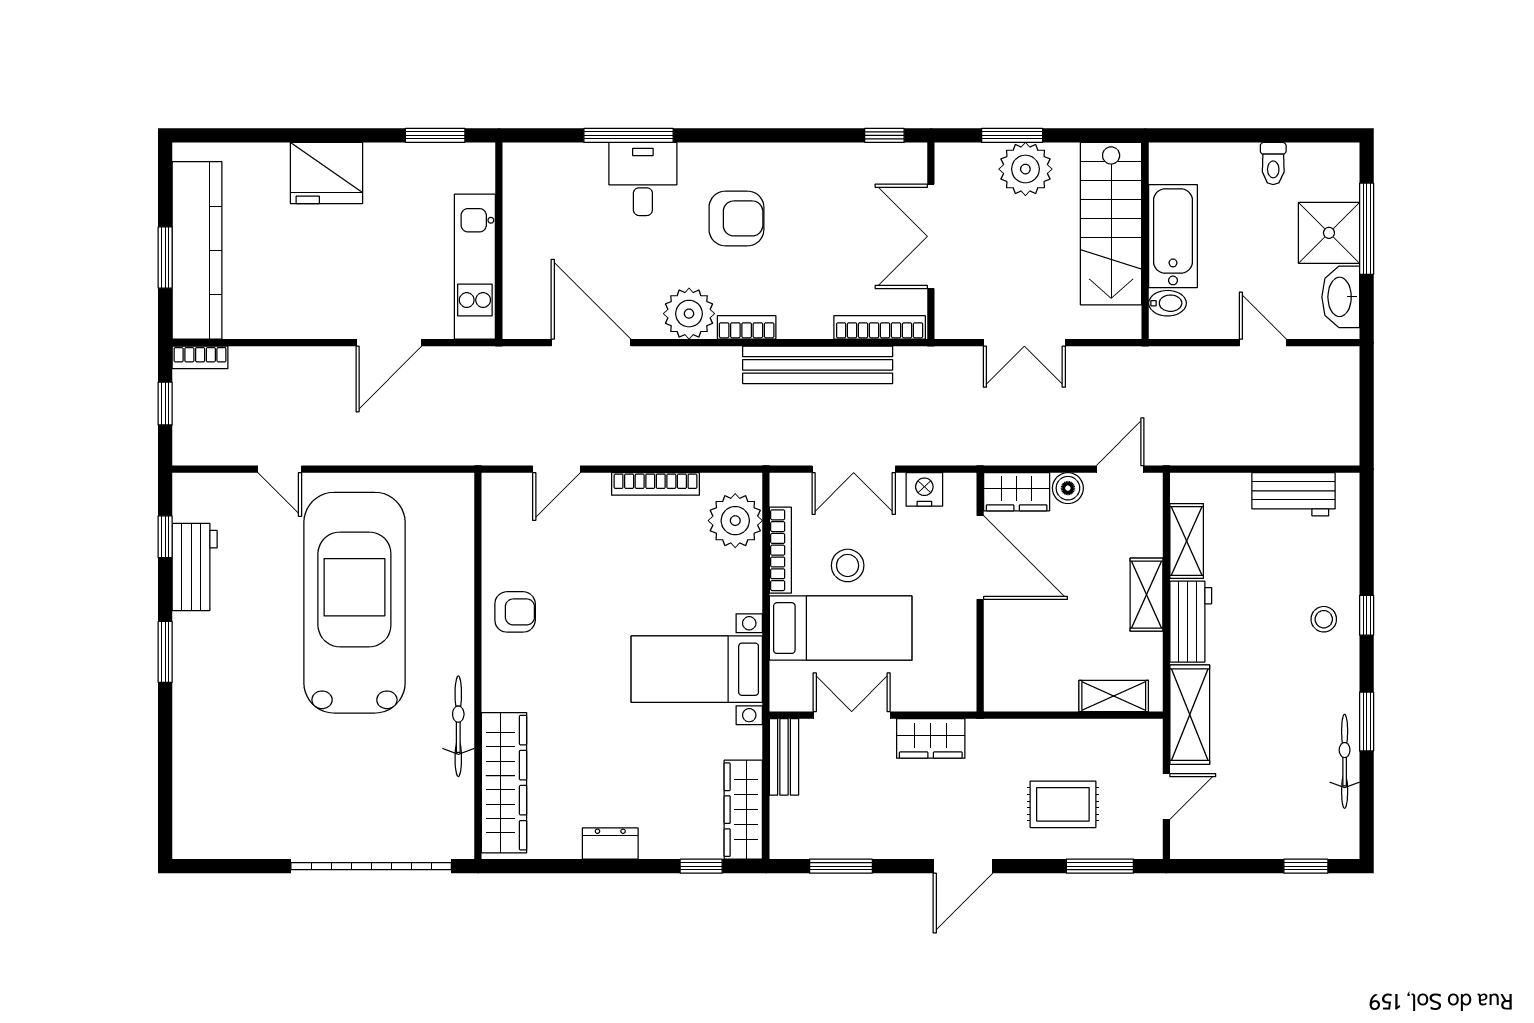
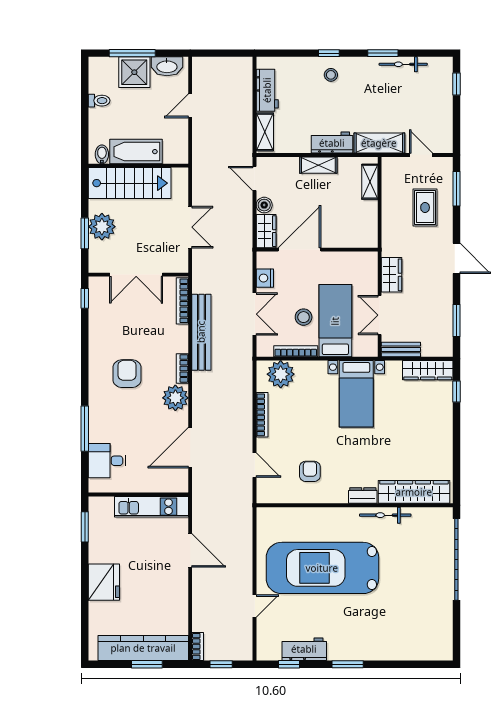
desk: (643, 179) -> (107, 461), moved
bidet: (1168, 303) -> (102, 154), moved
shelving: (1187, 541) -> (265, 132), moved, turned 90
armchair: (515, 612) -> (310, 471), moved
dresser: (610, 843) -> (363, 495), moved, turned 90

